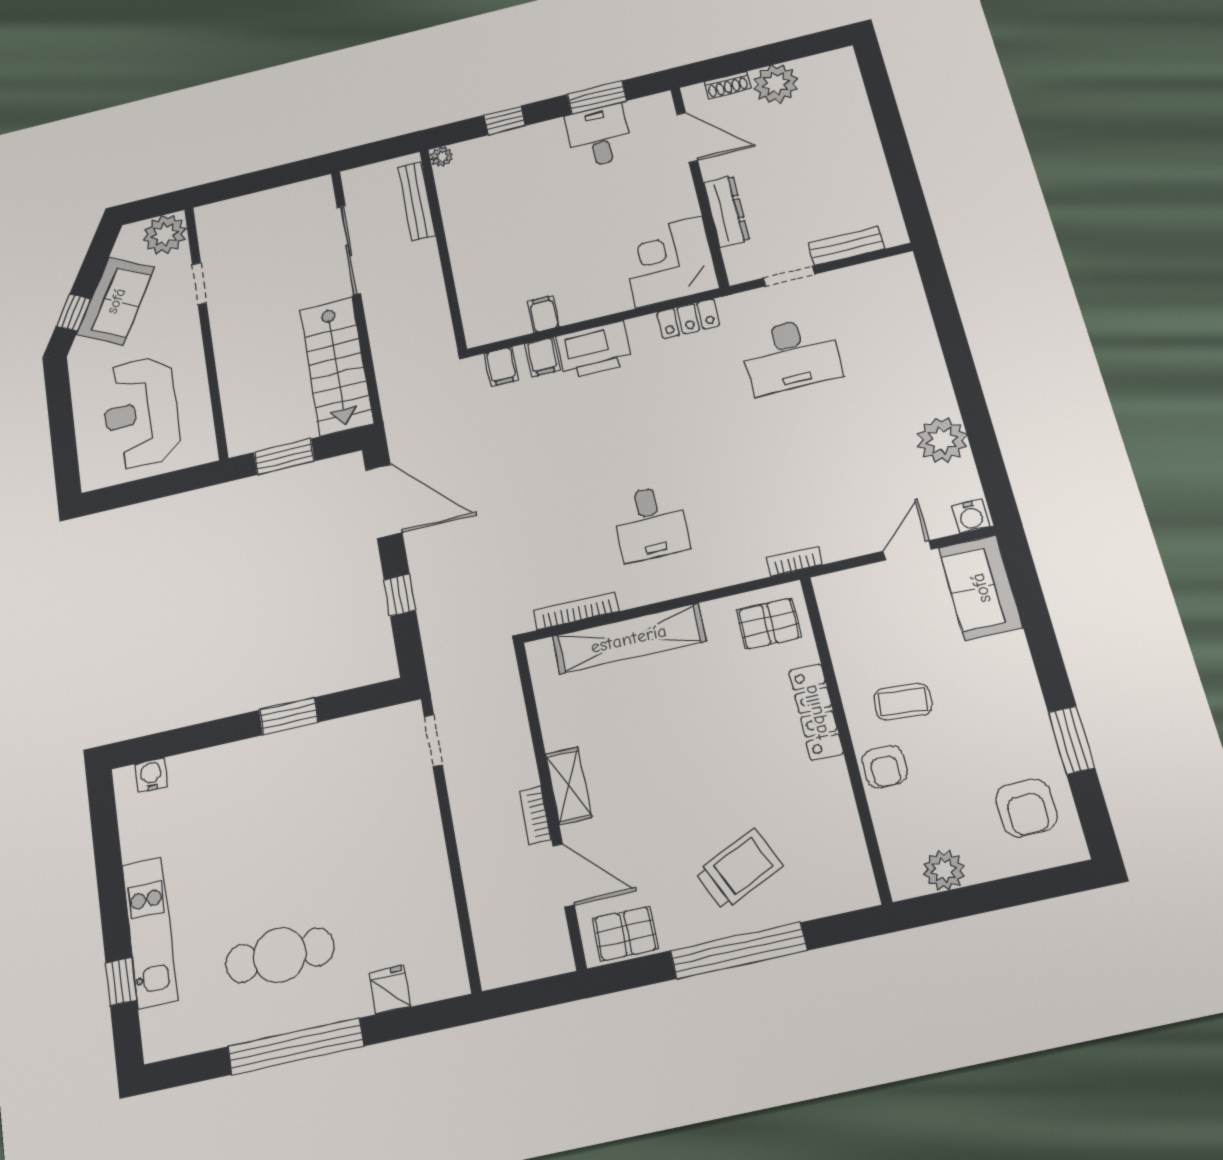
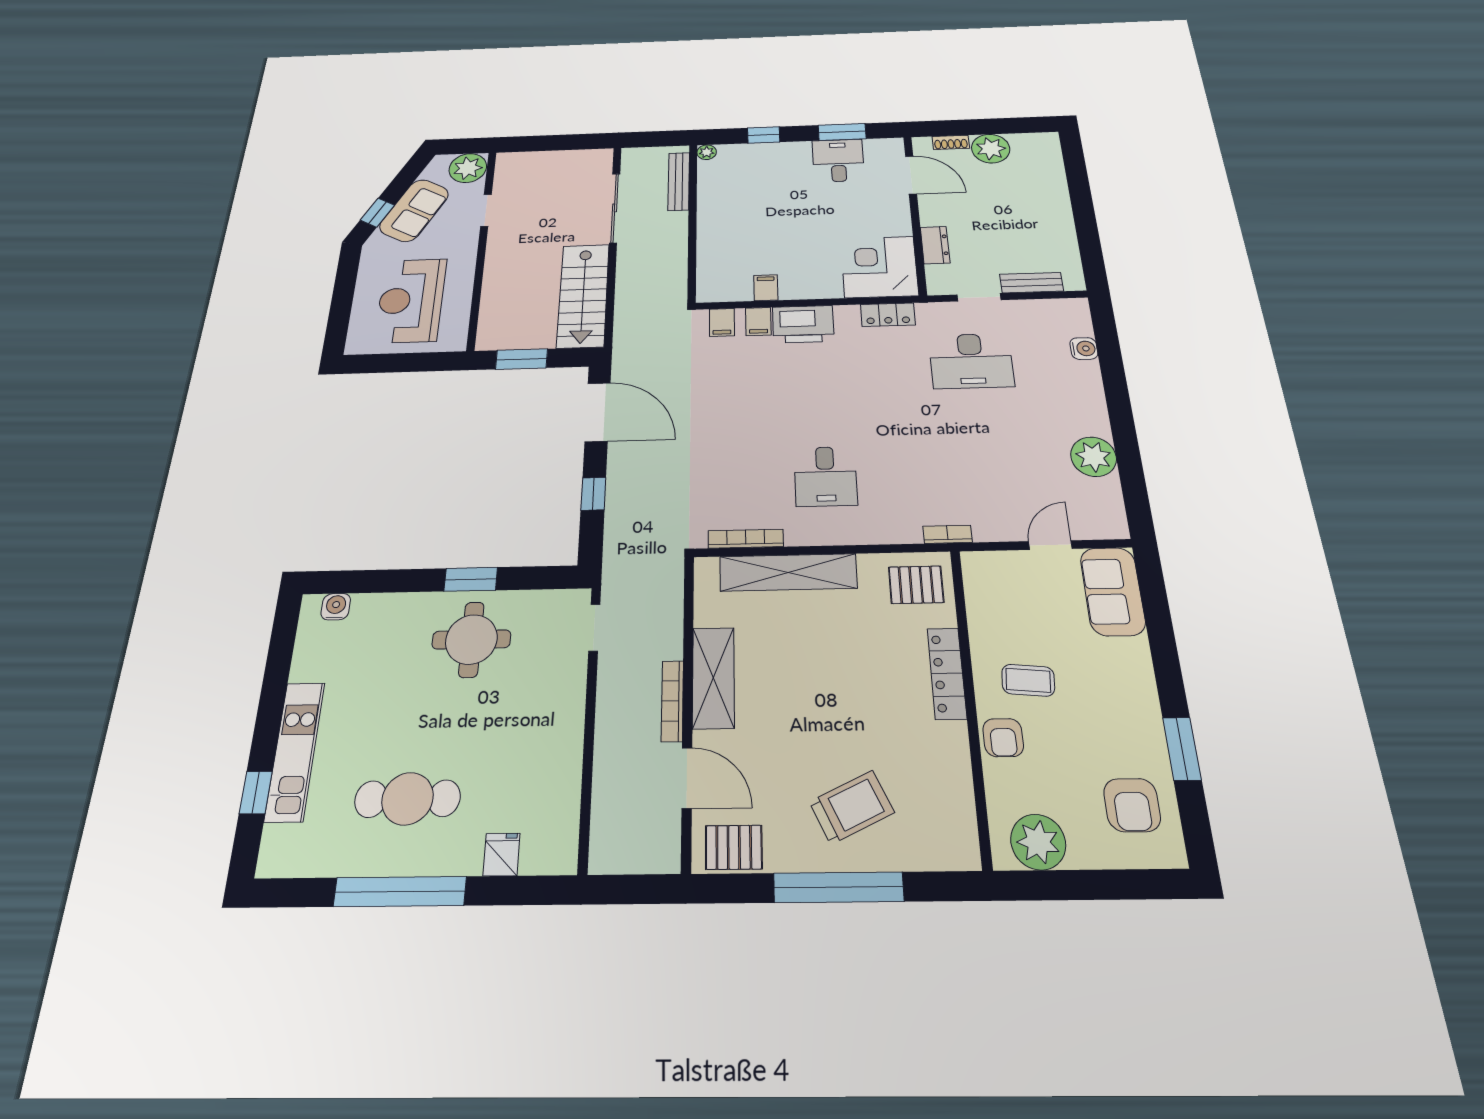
dresser: (726, 211) -> (935, 245), width x0.70
water cooler: (971, 516) -> (1084, 349), moved, turned -90
round table: (305, 780) -> (471, 639), added
shelving: (569, 786) -> (713, 678), width x1.50, depth x1.33
bookcase: (535, 815) -> (672, 701), width x1.56
plant: (944, 870) -> (1038, 842), width x1.36, depth x1.36

